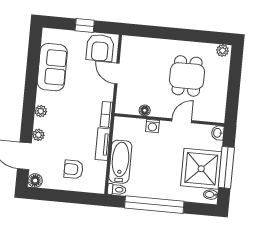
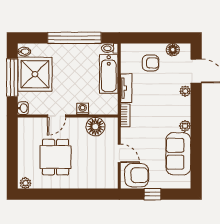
armchair: (100, 48) -> (137, 175), turned 90
floor lamp: (145, 110) -> (95, 127), width x1.89, depth x1.89
plant: (41, 111) -> (185, 126), moved
floor lamp: (35, 181) -> (173, 50), moved

